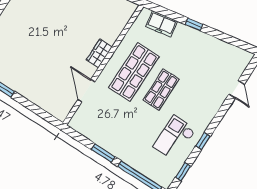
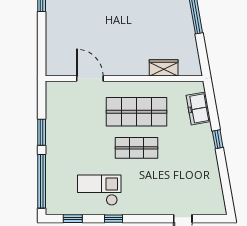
wardrobe: (99, 53) -> (164, 68), moved
door: (86, 91) -> (90, 79), hinge flipped

